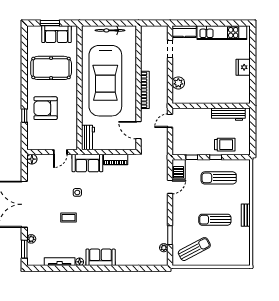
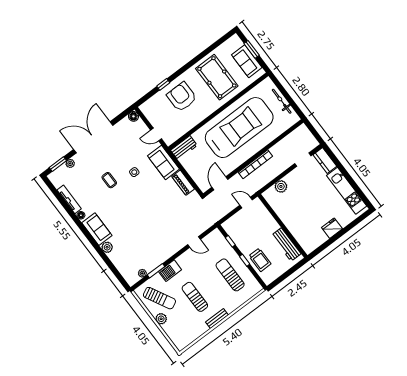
car: (105, 81) -> (239, 128), turned 180
barbecue: (179, 169) -> (170, 271), moved
plant: (121, 260) -> (107, 247), added
plant: (212, 260) -> (161, 319), added

